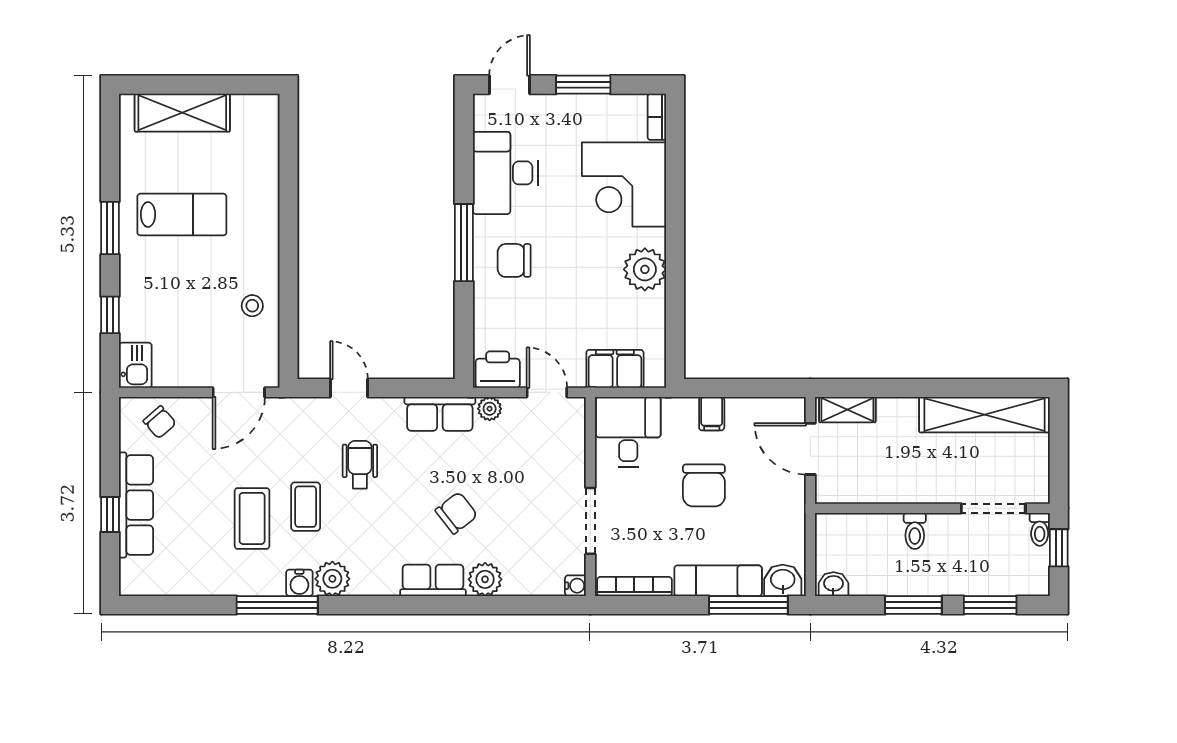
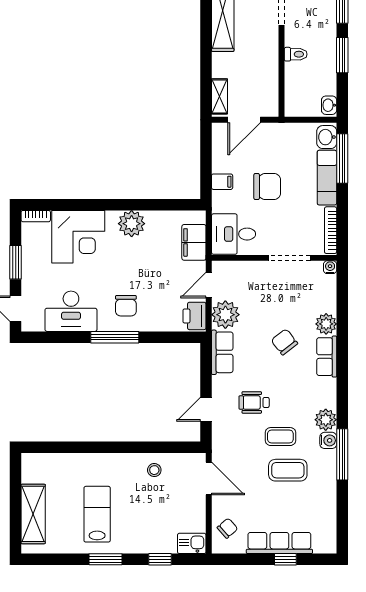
plant: (490, 409) -> (225, 315), width x1.87, depth x1.87

